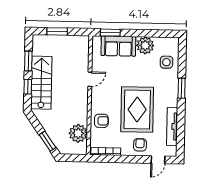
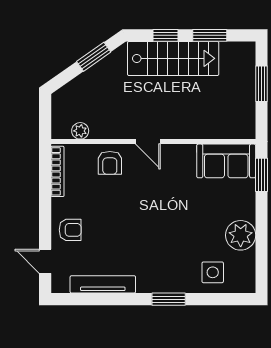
sofa: (118, 46) -> (226, 161), moved, turned -90
door: (90, 79) -> (148, 142), moved
rug: (137, 109) -> (131, 224), removed
plant: (78, 133) -> (80, 131), width x0.53, depth x0.53
window: (48, 141) -> (94, 57), moved

